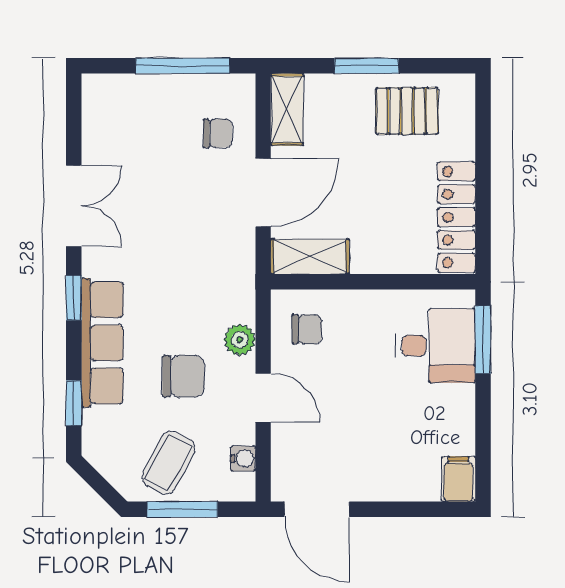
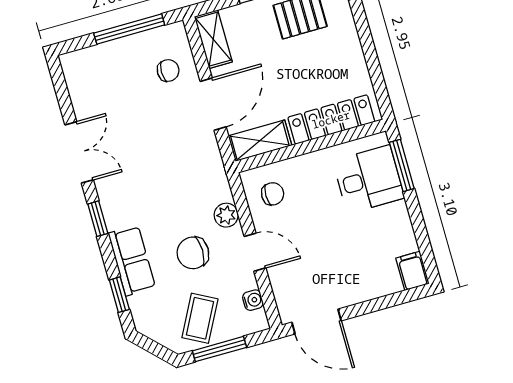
locker: (456, 217) -> (331, 120), moved, turned 90
row of seats: (102, 343) -> (132, 260), width x0.68
chair: (183, 376) -> (193, 253), turned 180

